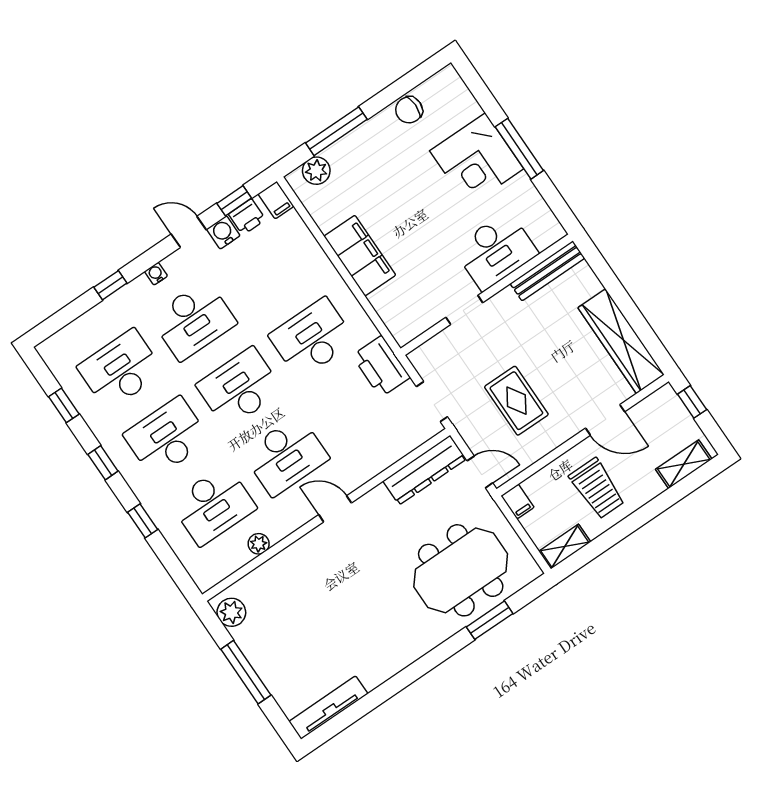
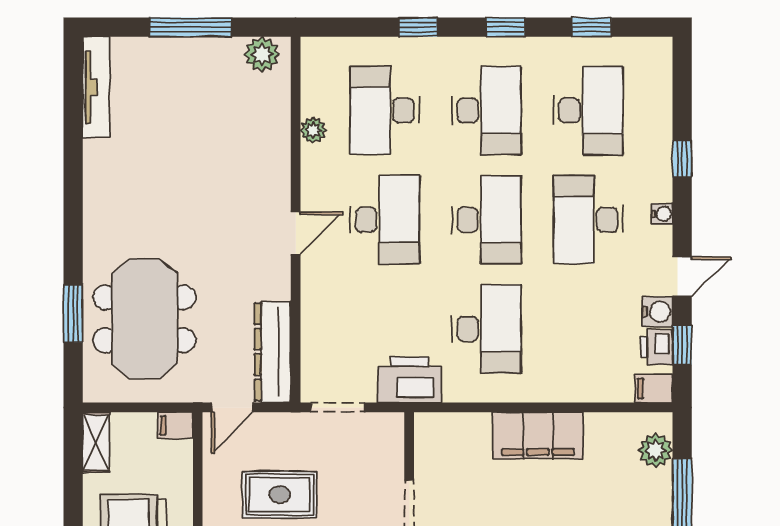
desk: (286, 456) -> (385, 220), turned 180

